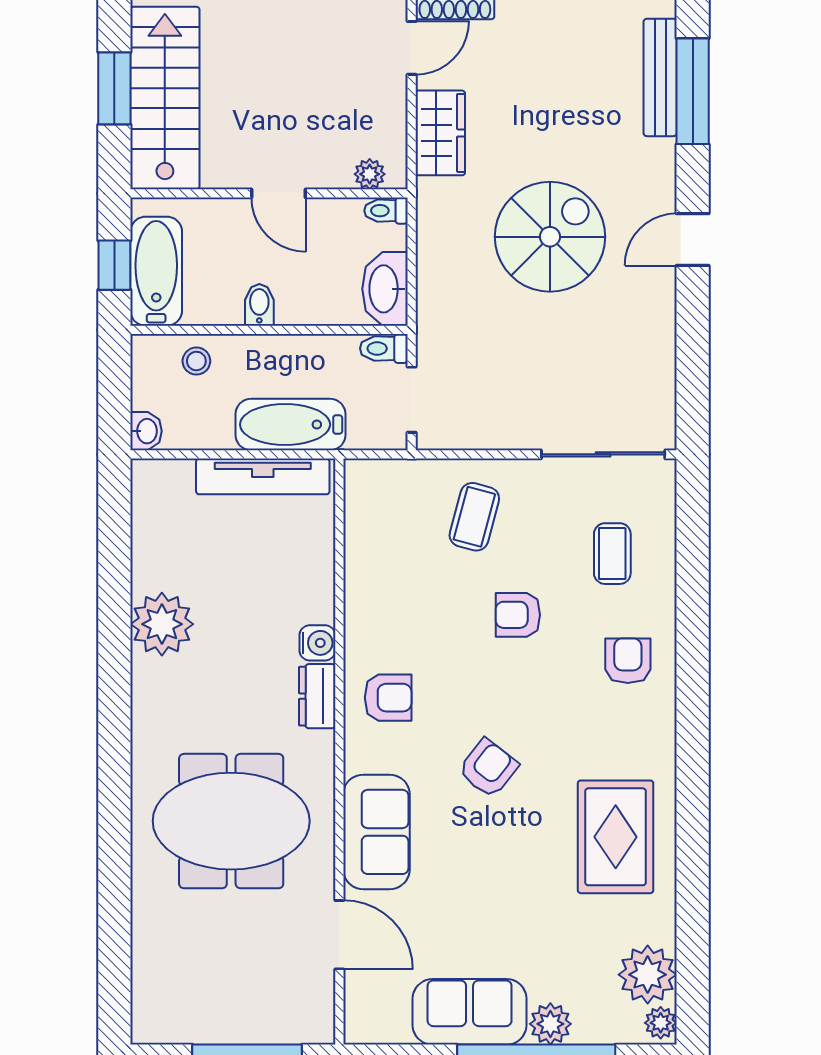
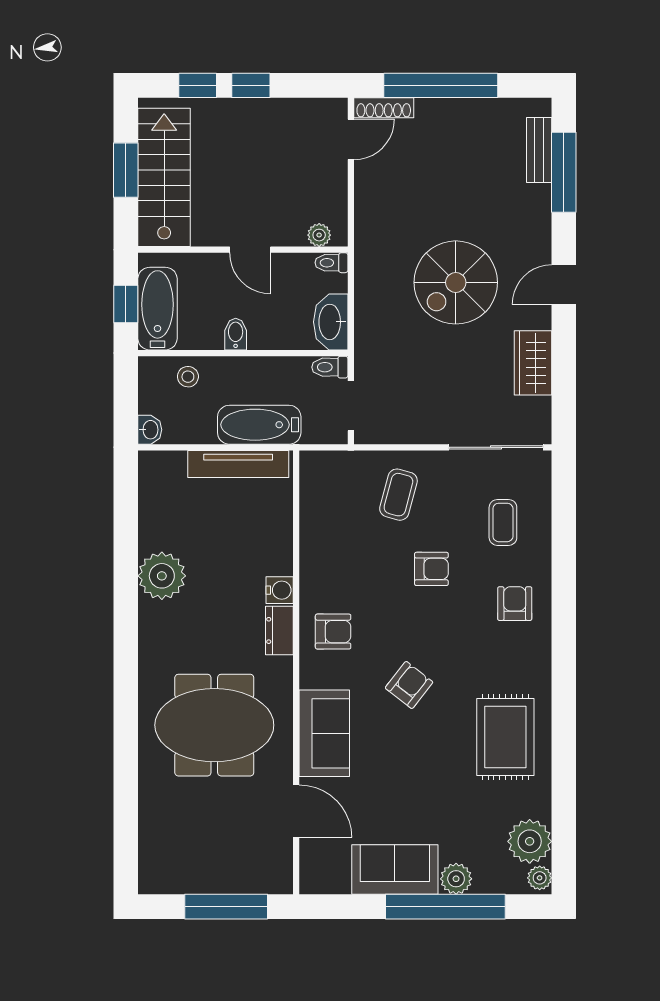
bench: (660, 77) -> (539, 150), width x0.73
wardrobe: (440, 133) -> (533, 363), moved, turned 180
spiral stairs: (550, 237) -> (456, 282), turned 180
armchair: (518, 615) -> (431, 569), turned 180

